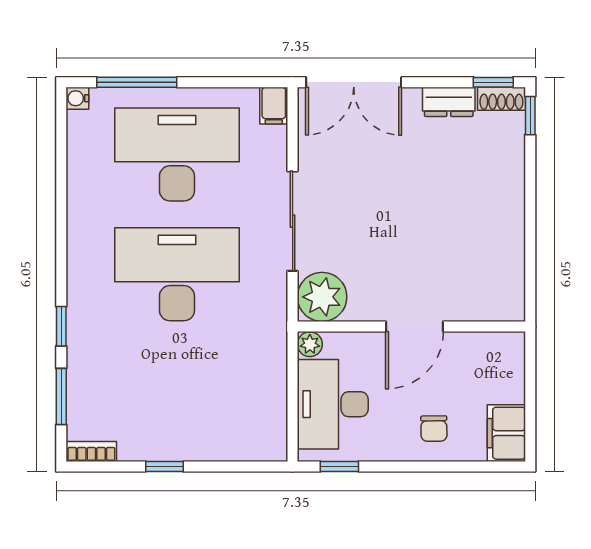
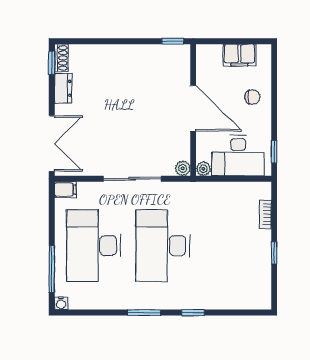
window: (530, 116) -> (173, 41), moved
plant: (322, 297) -> (183, 168), width x0.53, depth x0.53
door: (414, 326) -> (193, 108), width x1.36
window: (61, 397) -> (144, 313), moved
filing cabinet: (506, 433) -> (239, 55), moved
bookcase: (91, 451) -> (265, 214), moved

